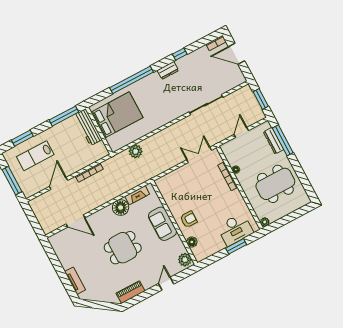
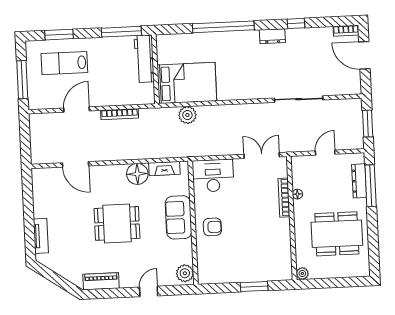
bed: (117, 115) -> (187, 83), moved
desk: (235, 229) -> (213, 176), moved, turned 180
floor lamp: (192, 242) -> (203, 256), removed

